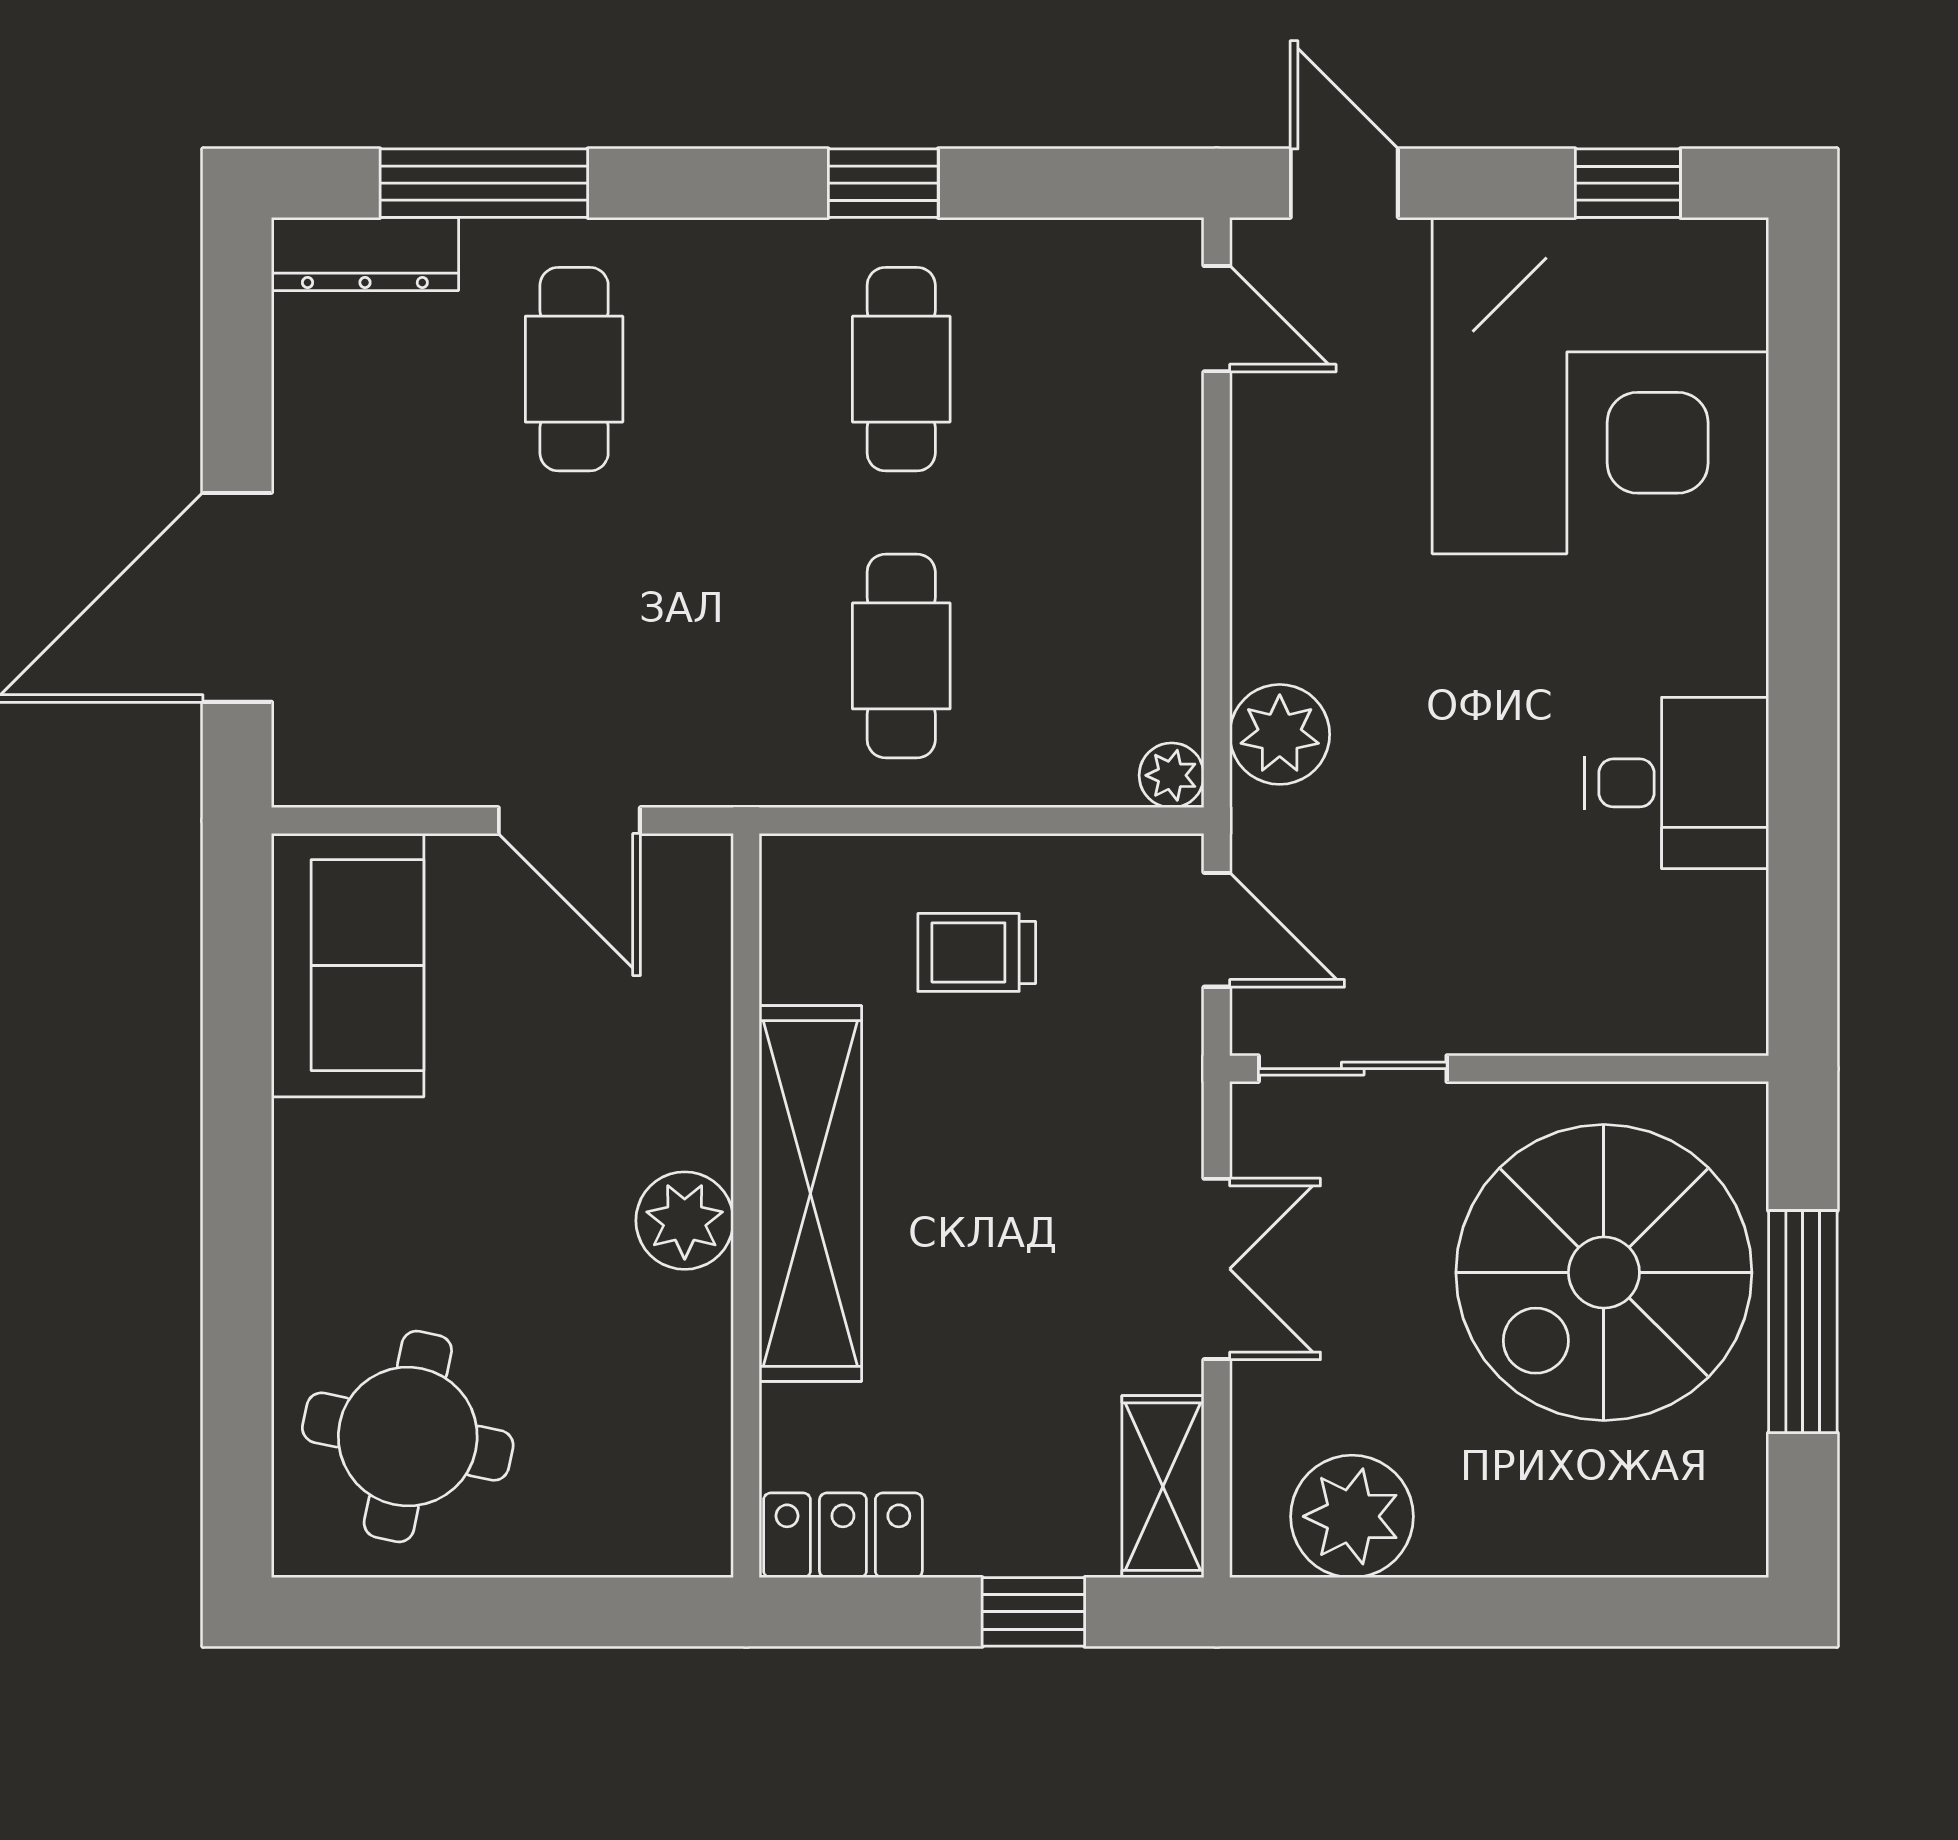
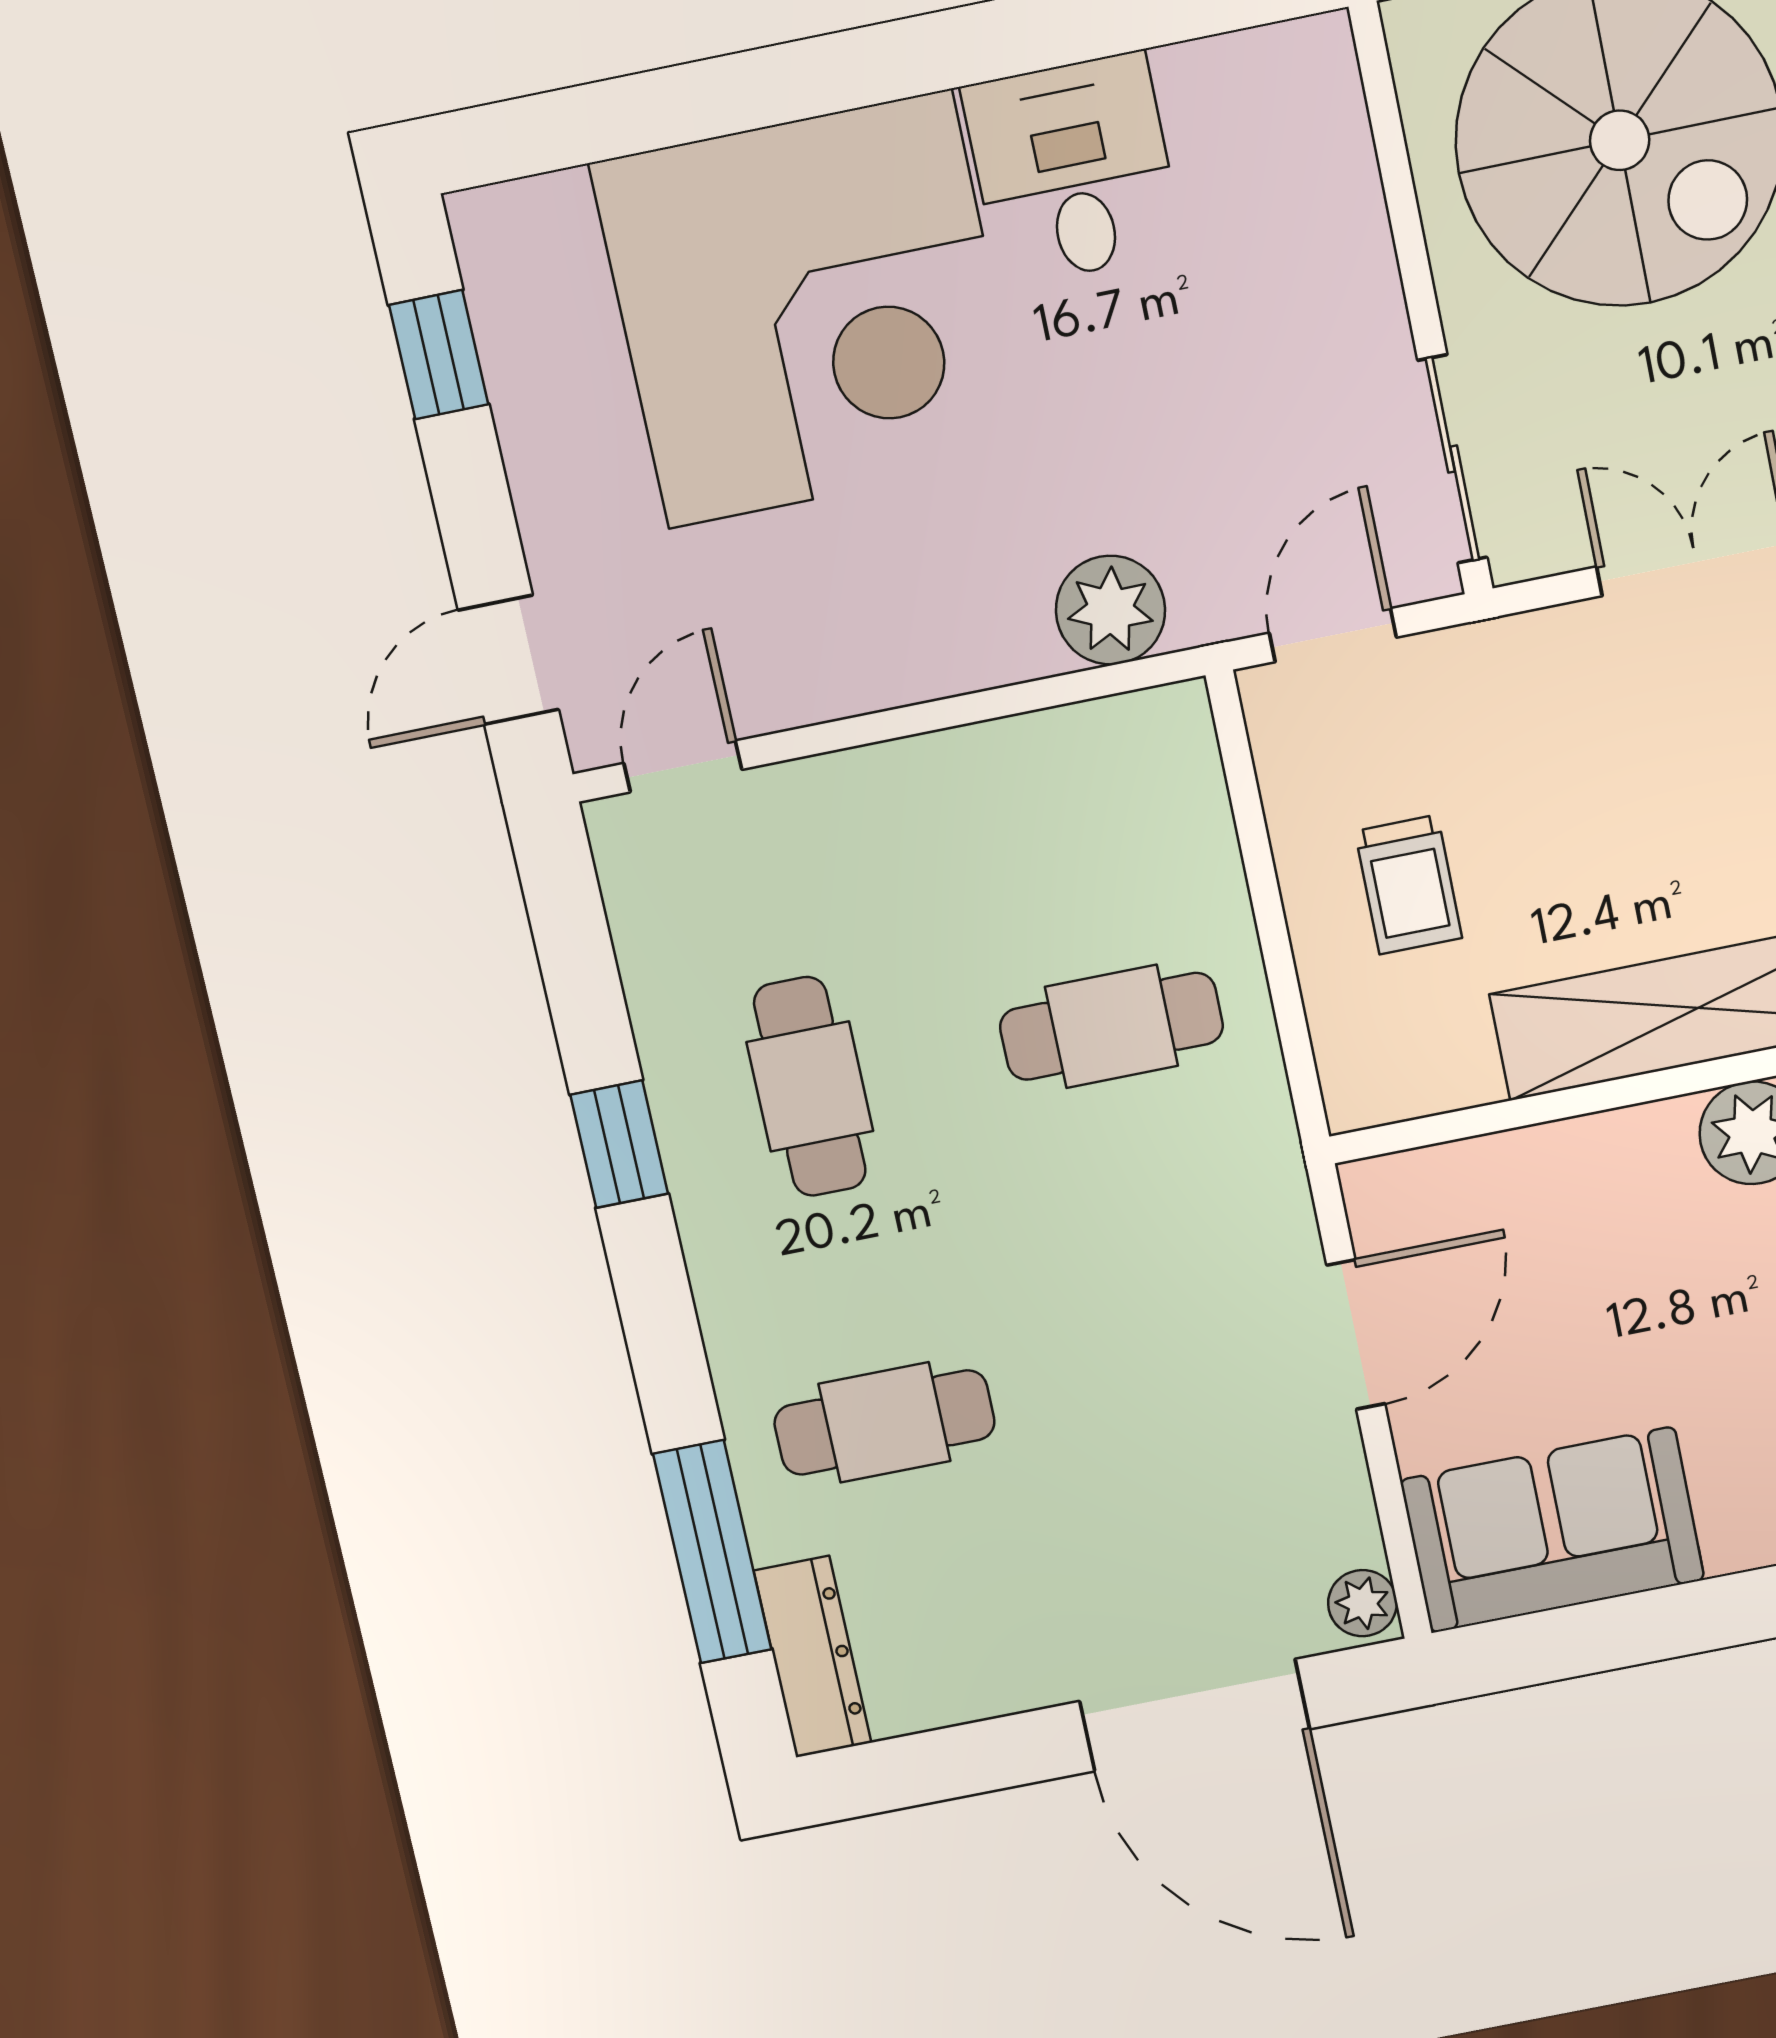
cafe table: (901, 369) -> (810, 1087), turned 90
corner desk: (1600, 386) -> (809, 310), moved, turned 90
plant: (1172, 775) -> (1363, 1603), moved

